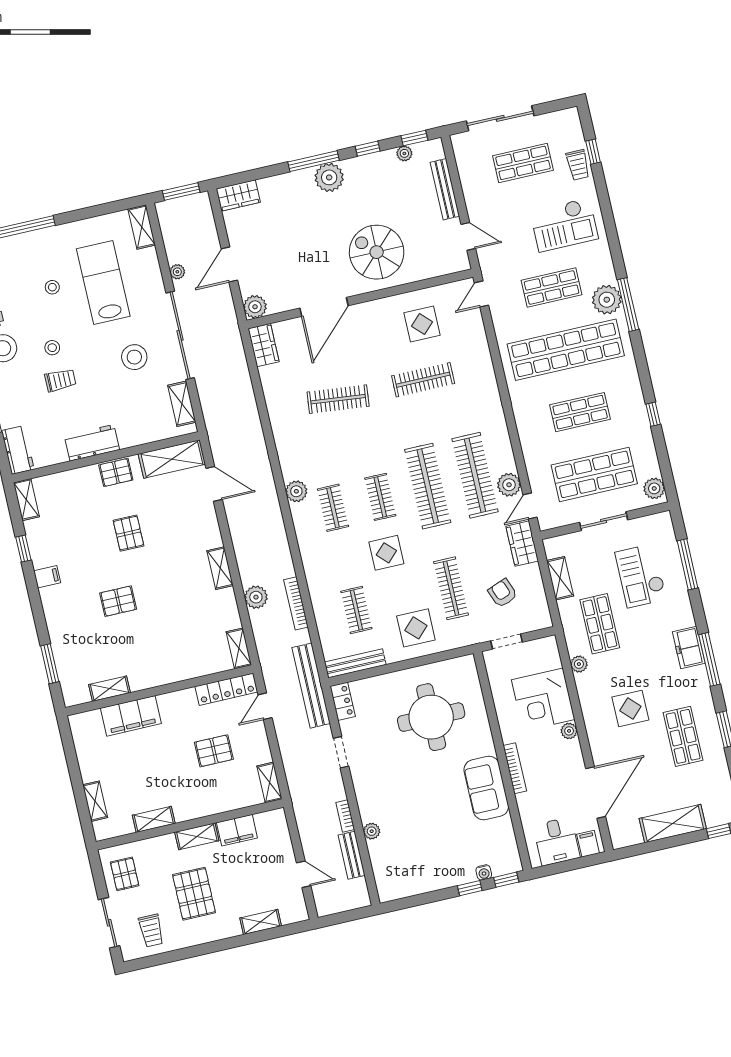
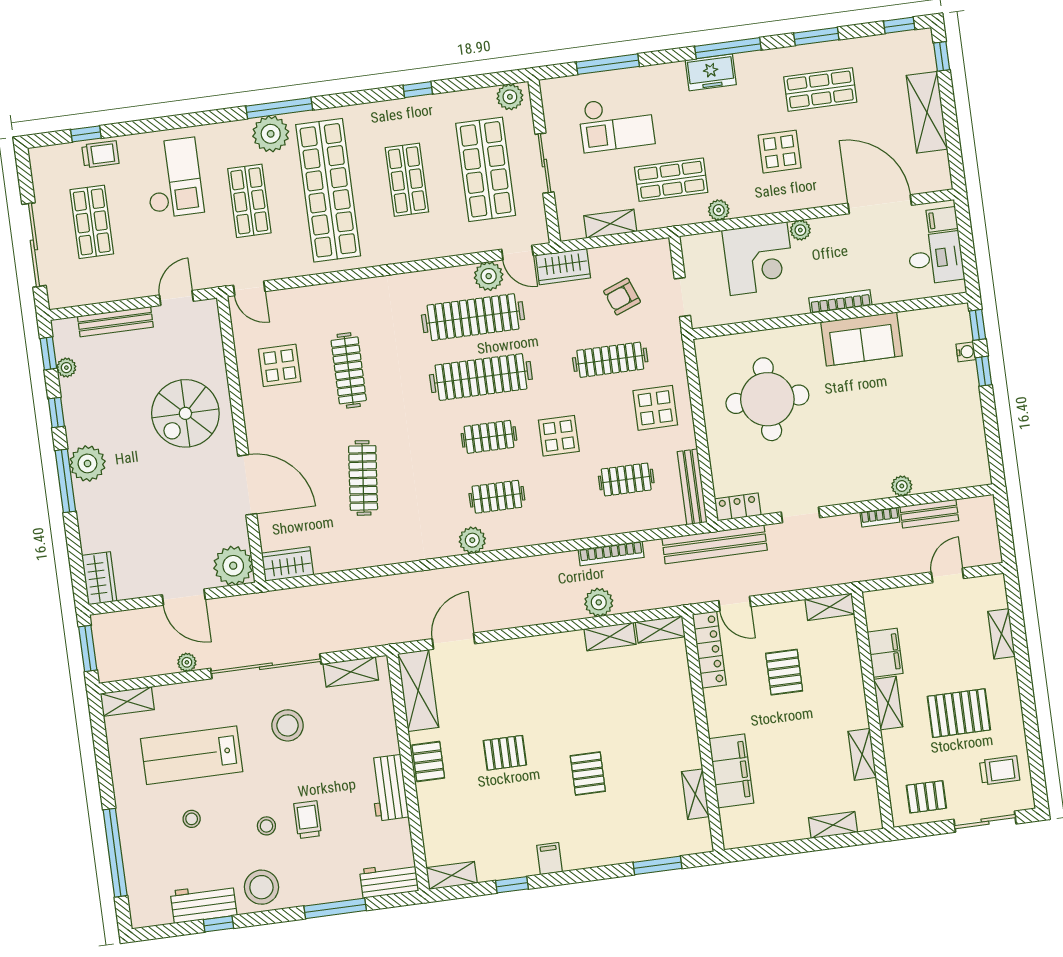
plant: (255, 307) -> (233, 566), width x1.36, depth x1.36
shelving: (220, 568) -> (610, 637), moved

